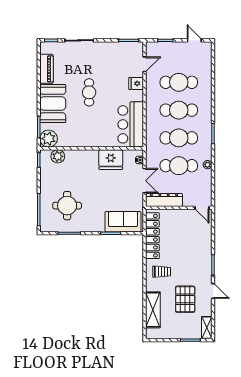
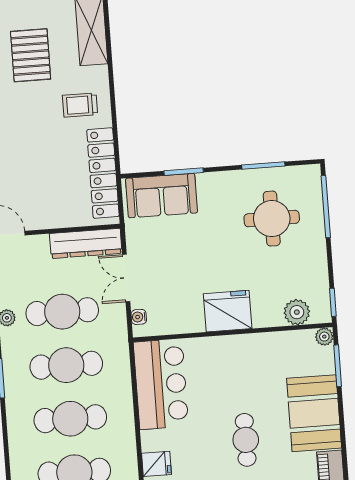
plant: (49, 139) -> (324, 337), width x0.53, depth x0.53
fridge: (111, 160) -> (228, 311), moved

